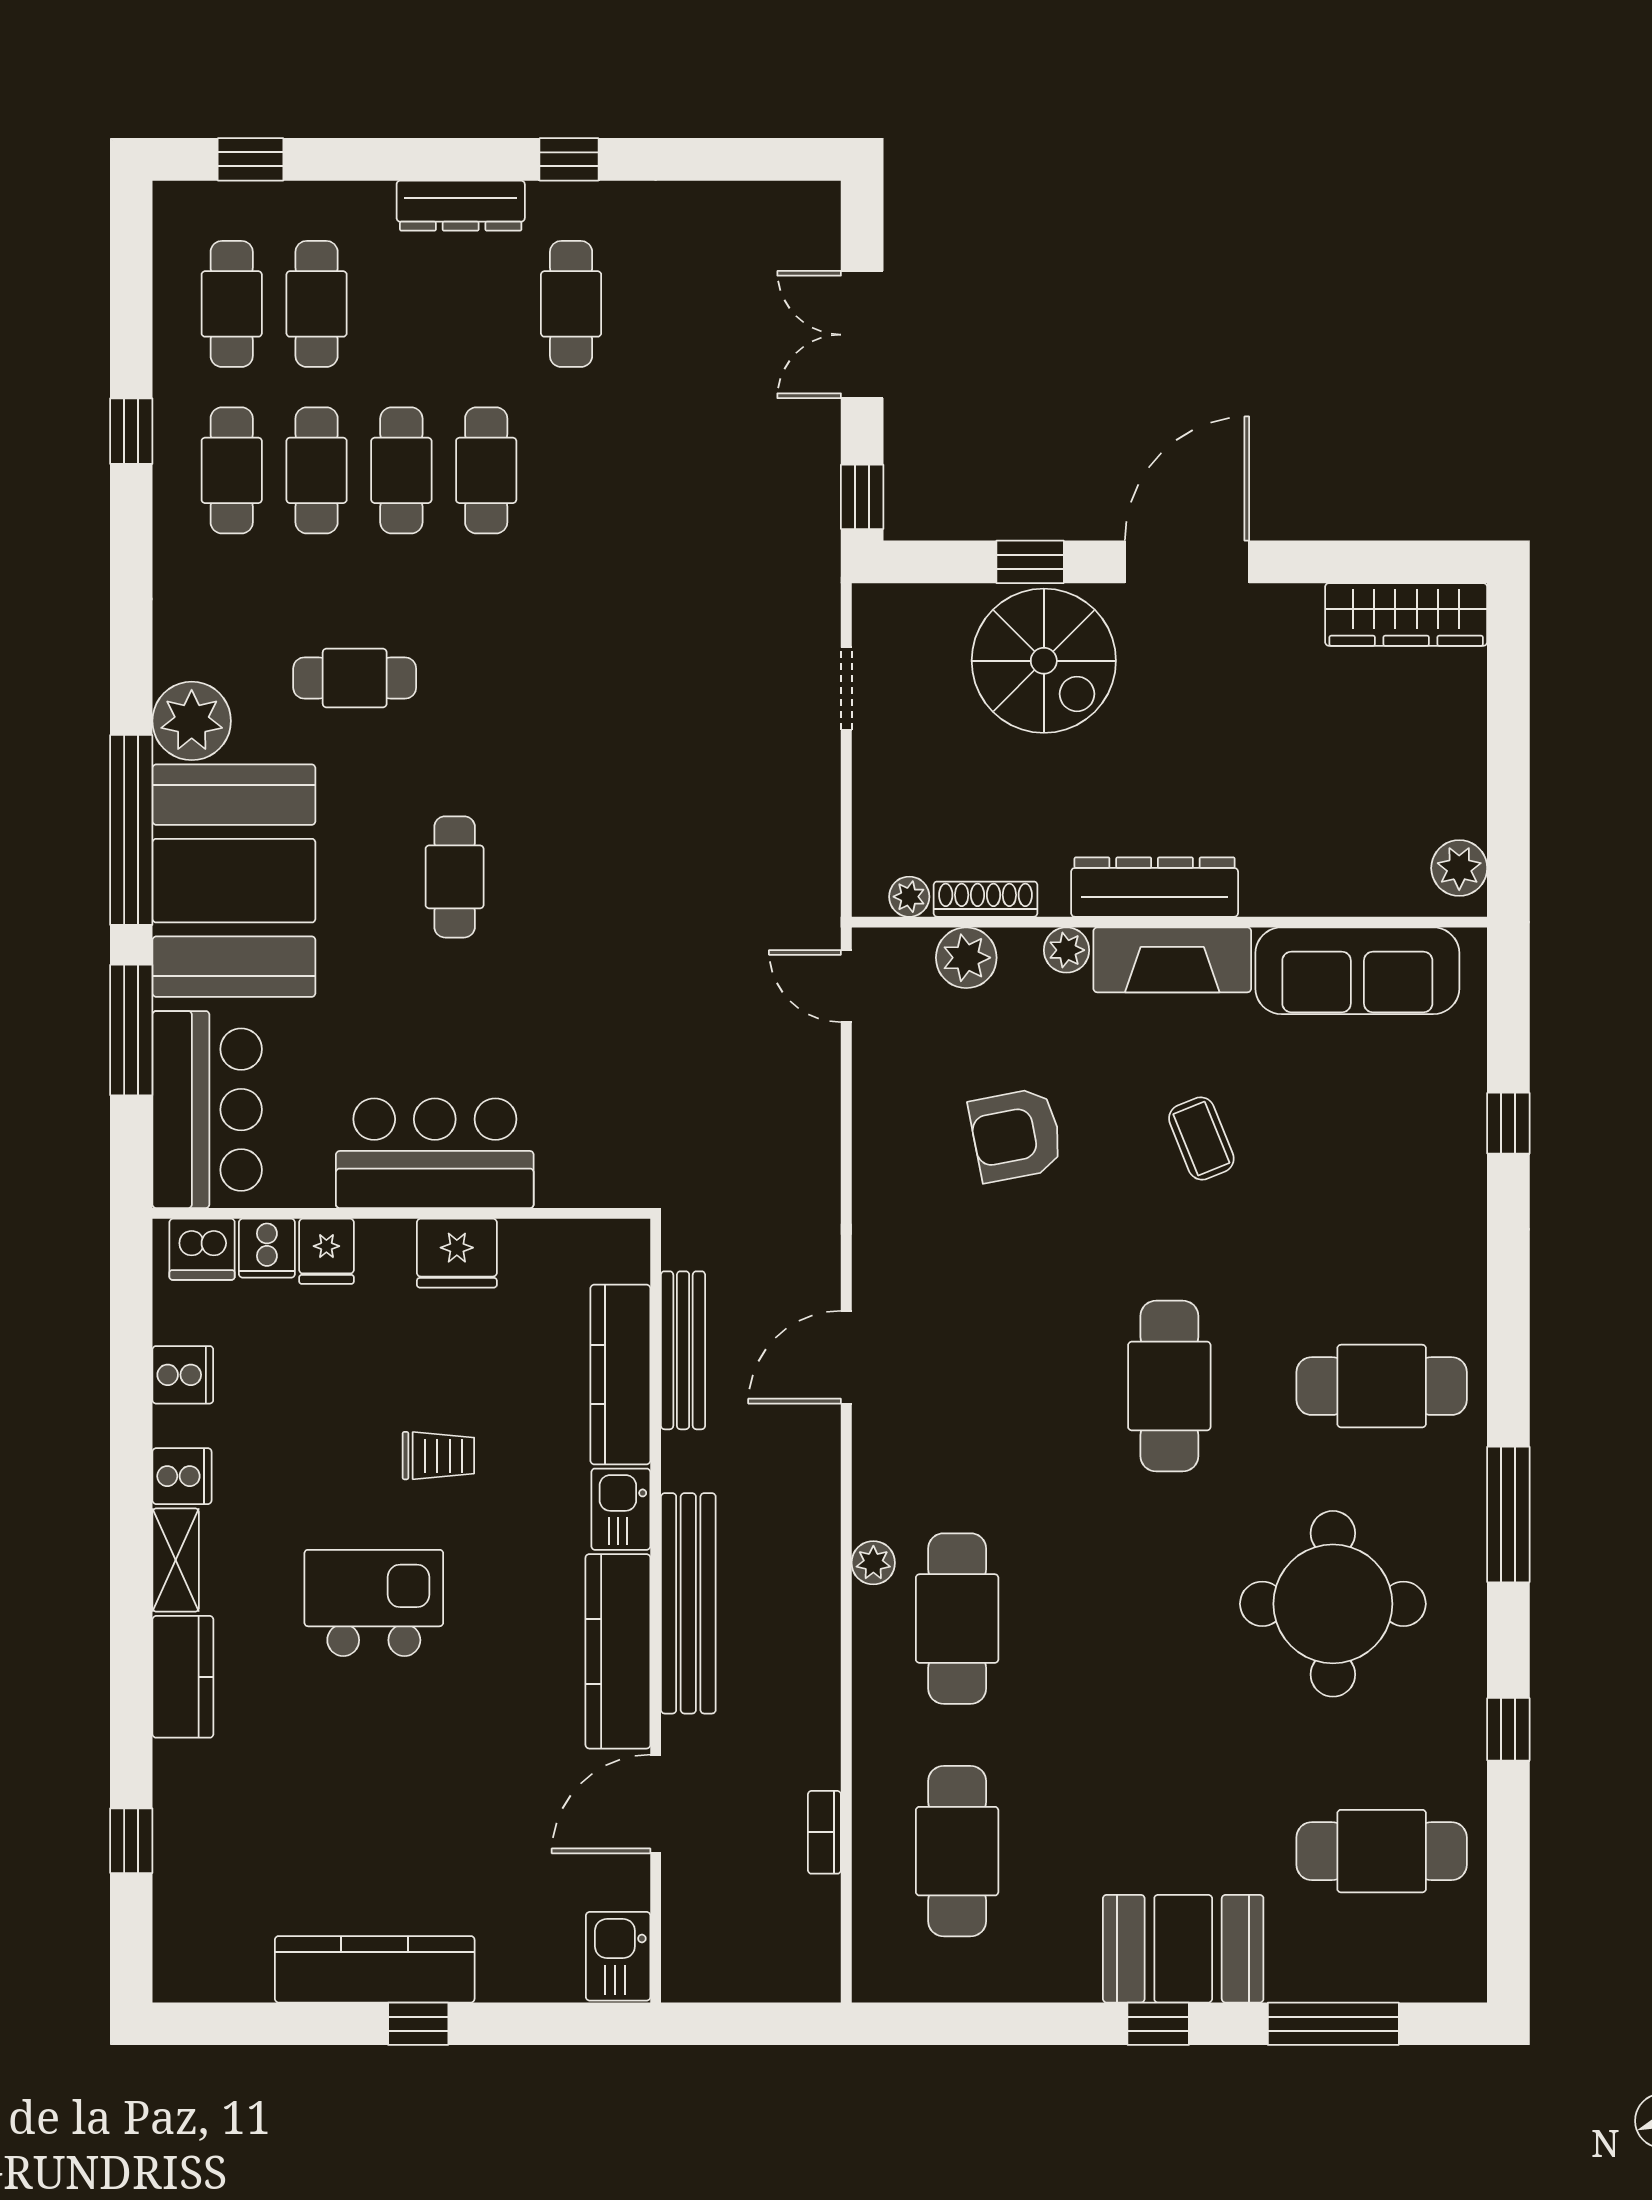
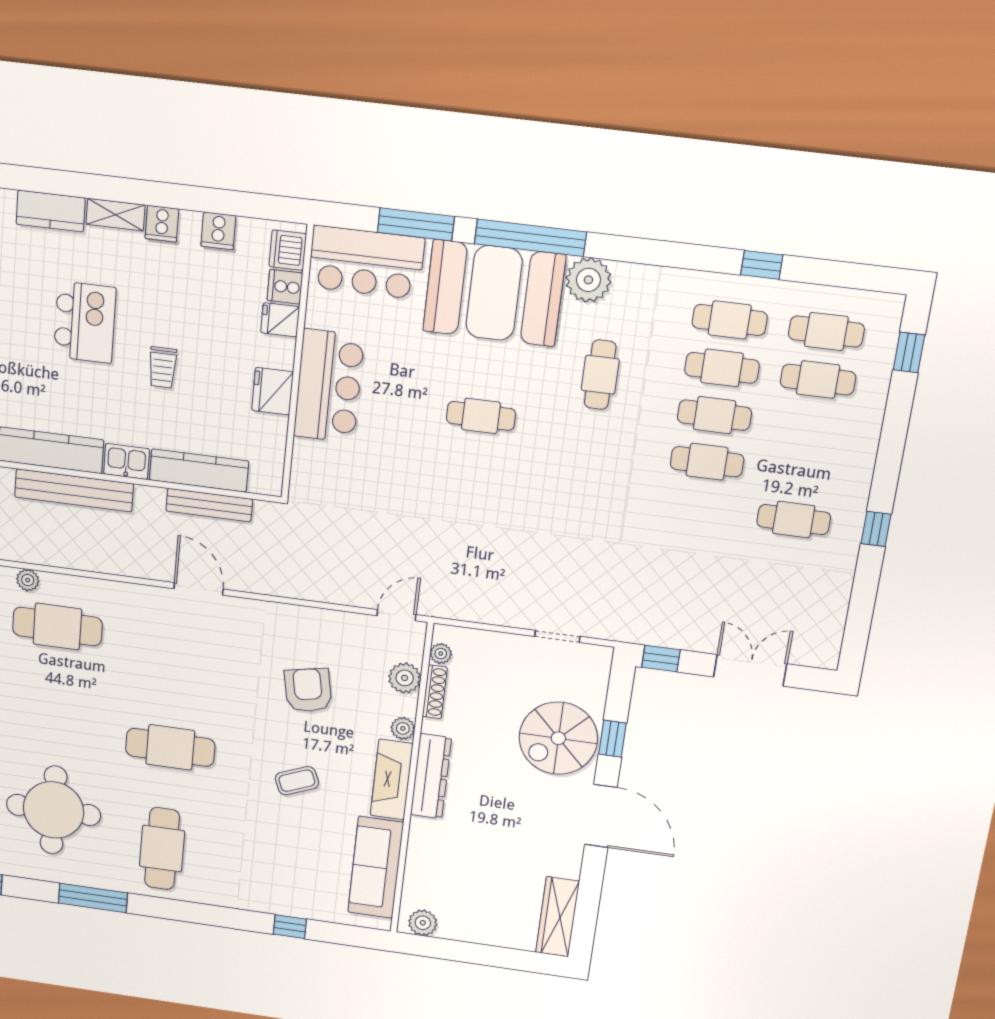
dresser: (461, 206) -> (860, 467), removed
plant: (873, 1563) -> (28, 580), moved

